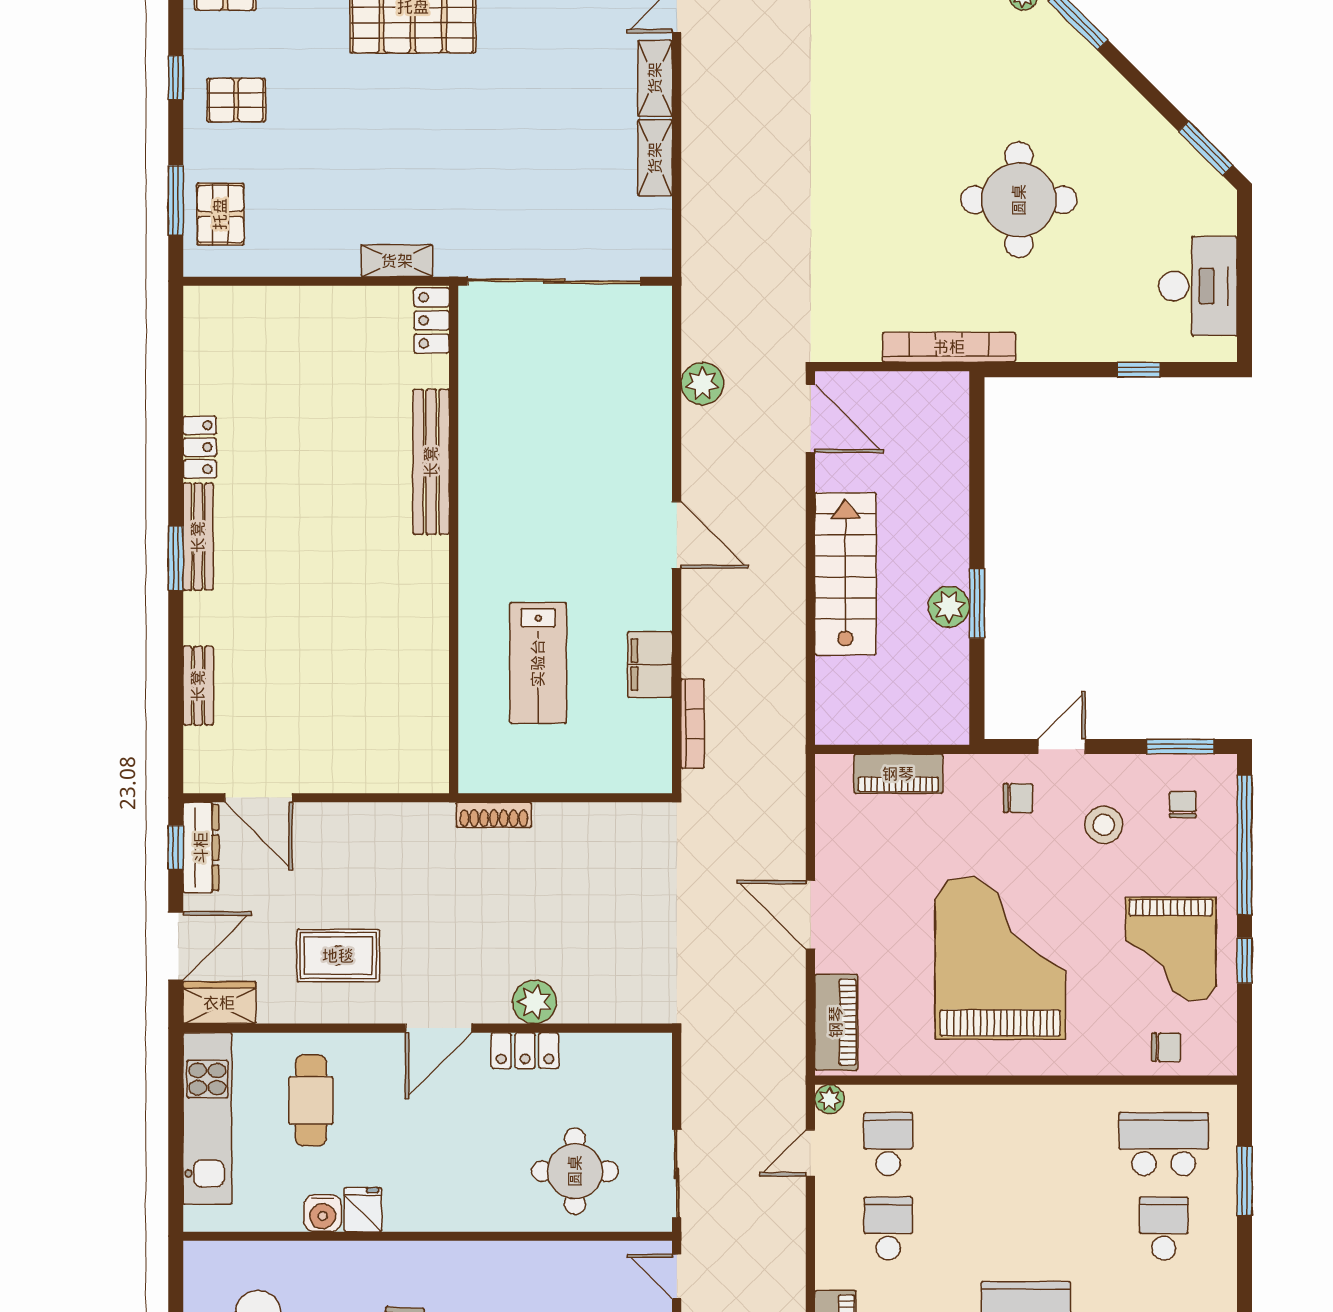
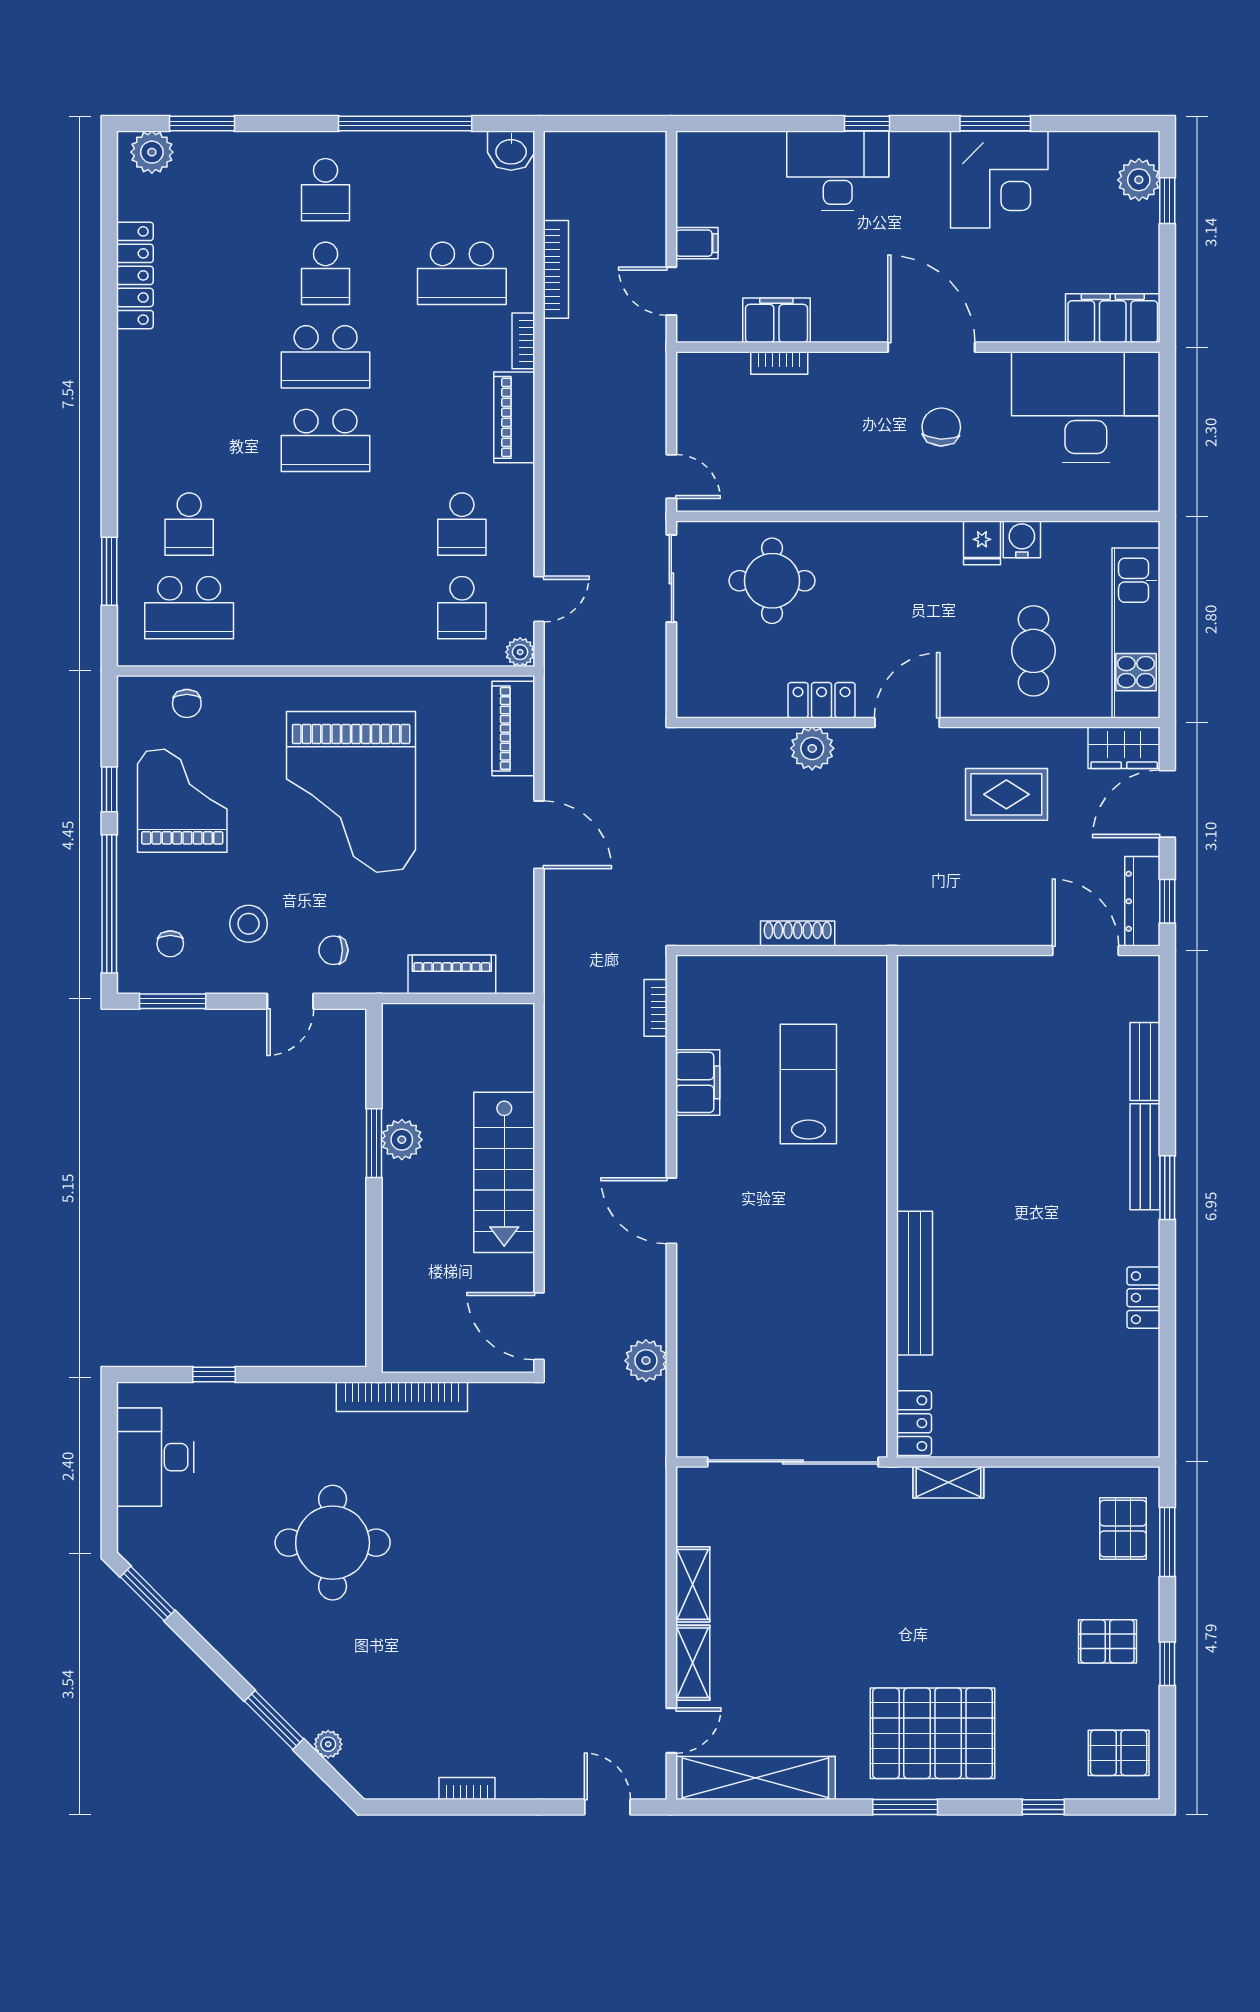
bench: (198, 537) -> (1145, 1157), moved
bookcase: (693, 724) -> (656, 1008), width x0.64
shoe rack: (494, 815) -> (798, 934), moved
chair: (1166, 1047) -> (187, 703), turned -90

